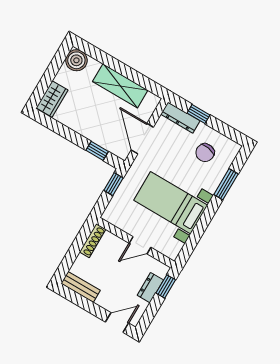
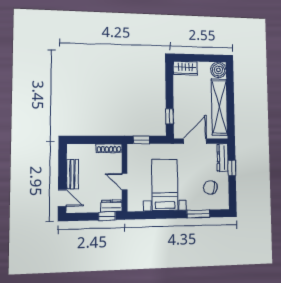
shelving: (120, 86) -> (219, 107), width x1.47
window: (113, 184) -> (141, 140), moved
bench: (81, 287) -> (72, 174), moved
dresser: (150, 288) -> (111, 206), moved

